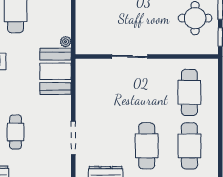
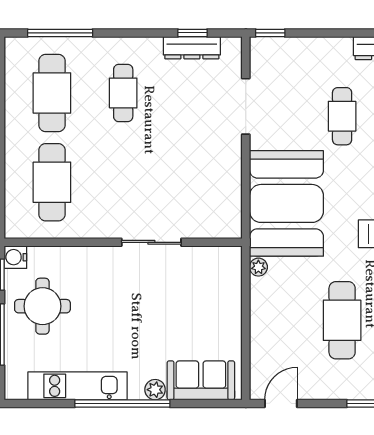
water cooler: (211, 47) -> (15, 257), added
booth: (55, 71) -> (286, 203), width x1.36, depth x1.42
cafe table: (147, 146) -> (123, 93), width x0.73, depth x0.74

